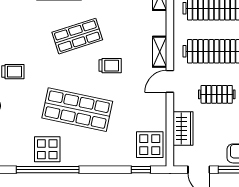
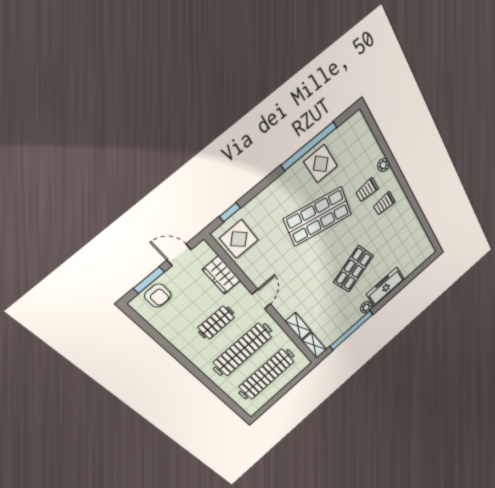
shelving: (160, 52) -> (298, 326), moved
trolley: (110, 66) -> (367, 190), moved

